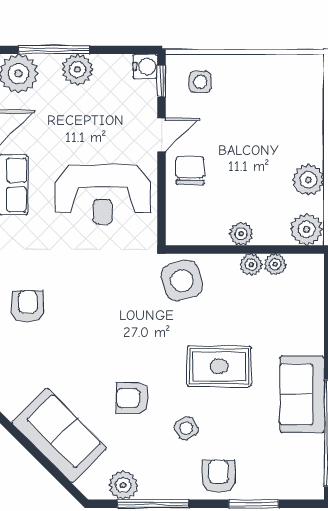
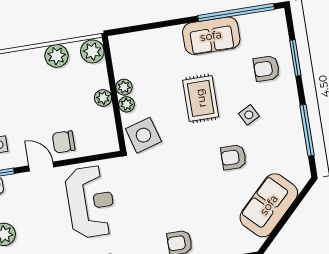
plant: (275, 264) -> (127, 104), moved
armchair: (132, 398) -> (233, 157), turned 90
armchair: (219, 476) -> (266, 68), moved
plant: (123, 485) -> (297, 154), removed

